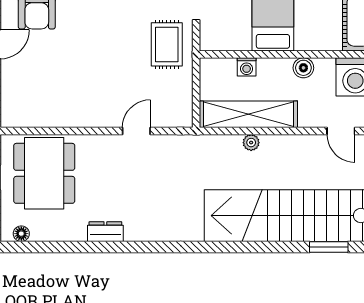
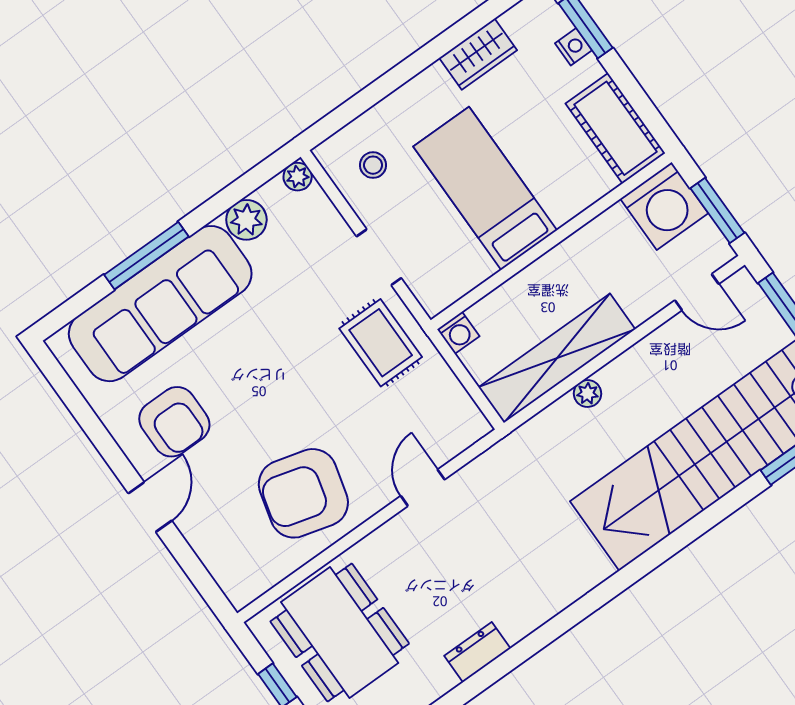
washing machine: (247, 67) -> (458, 333), moved
boiler: (303, 68) -> (586, 243), removed
armchair: (75, 92) -> (303, 493), added

